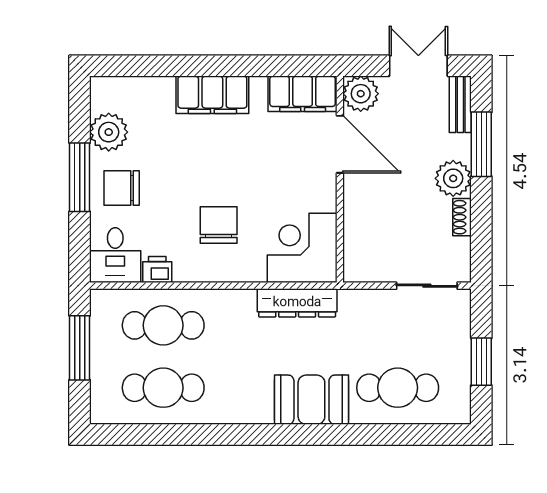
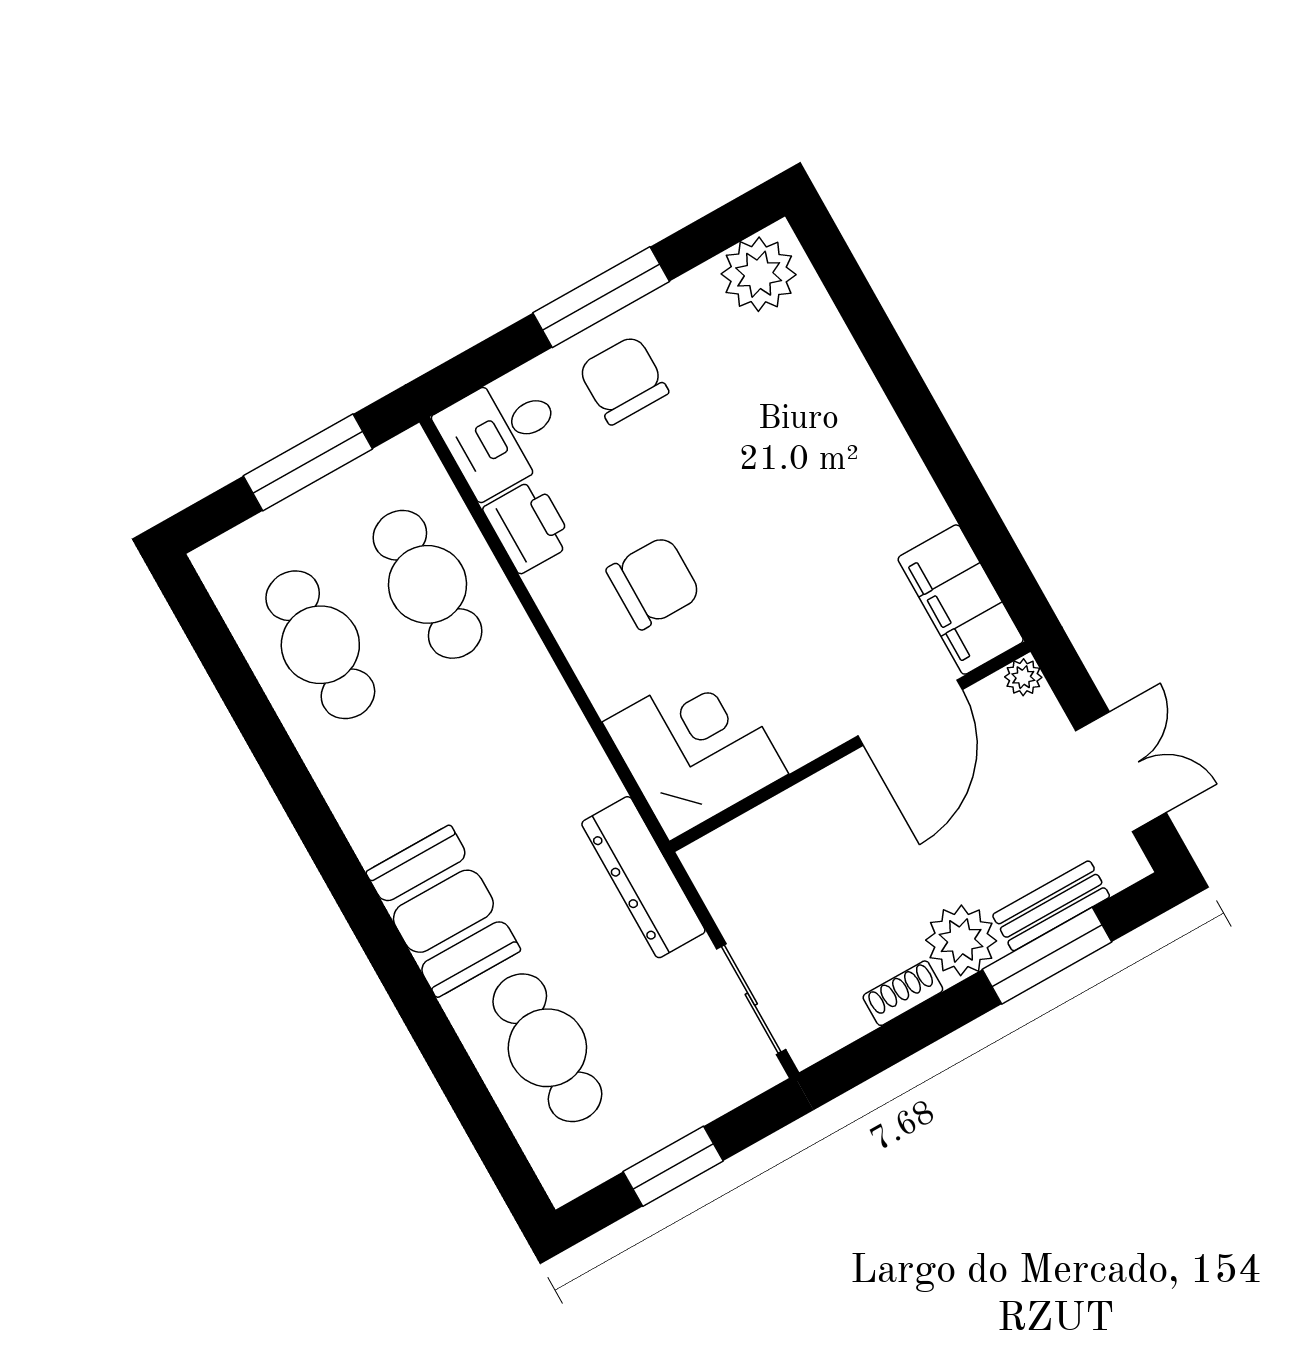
plant: (361, 94) -> (1023, 677), width x0.53, depth x0.53
filing cabinet: (212, 95) -> (872, 446), removed
bench: (460, 104) -> (1051, 906), moved
plant: (109, 132) -> (759, 274), moved
printer: (157, 269) -> (528, 526), width x1.36, depth x1.24
dresser: (297, 303) -> (643, 877), moved

